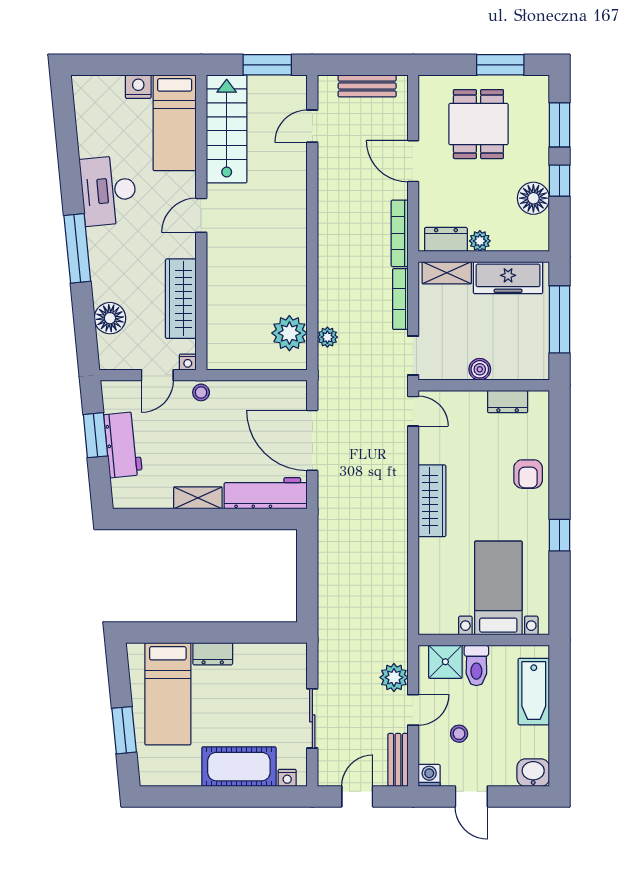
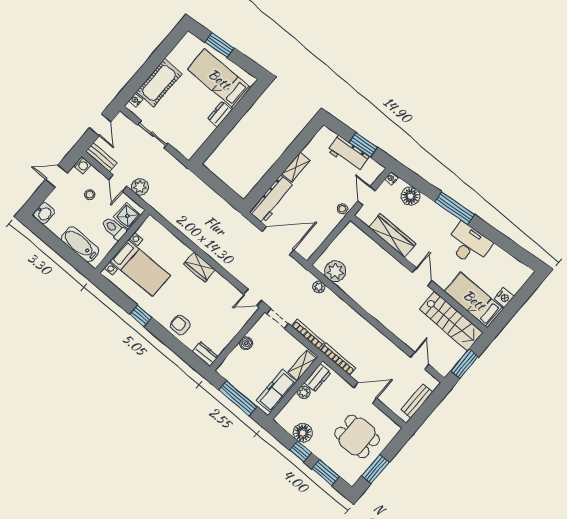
nightstand: (188, 362) -> (391, 179), moved
dresser: (508, 402) -> (205, 354), moved, turned 90
wardrobe: (432, 501) -> (200, 267), width x0.67

